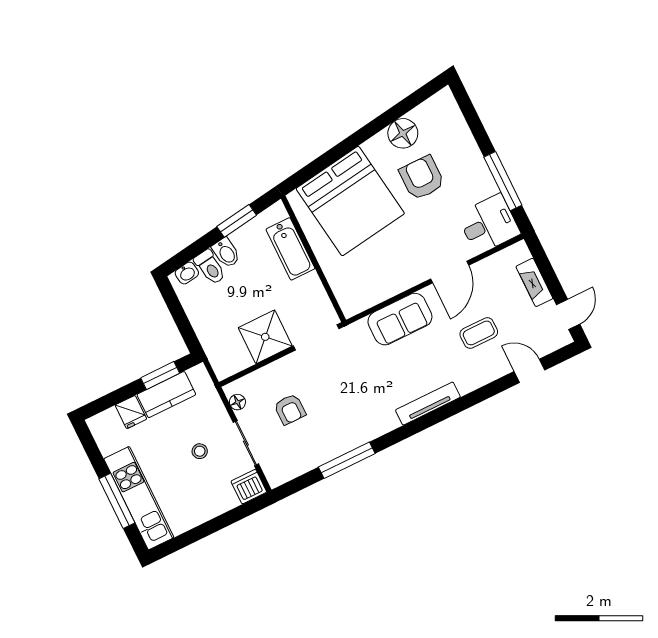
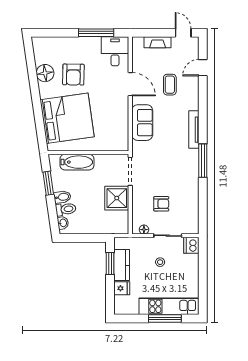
armchair: (422, 178) -> (73, 75), turned -89
window: (347, 460) -> (203, 161), moved

